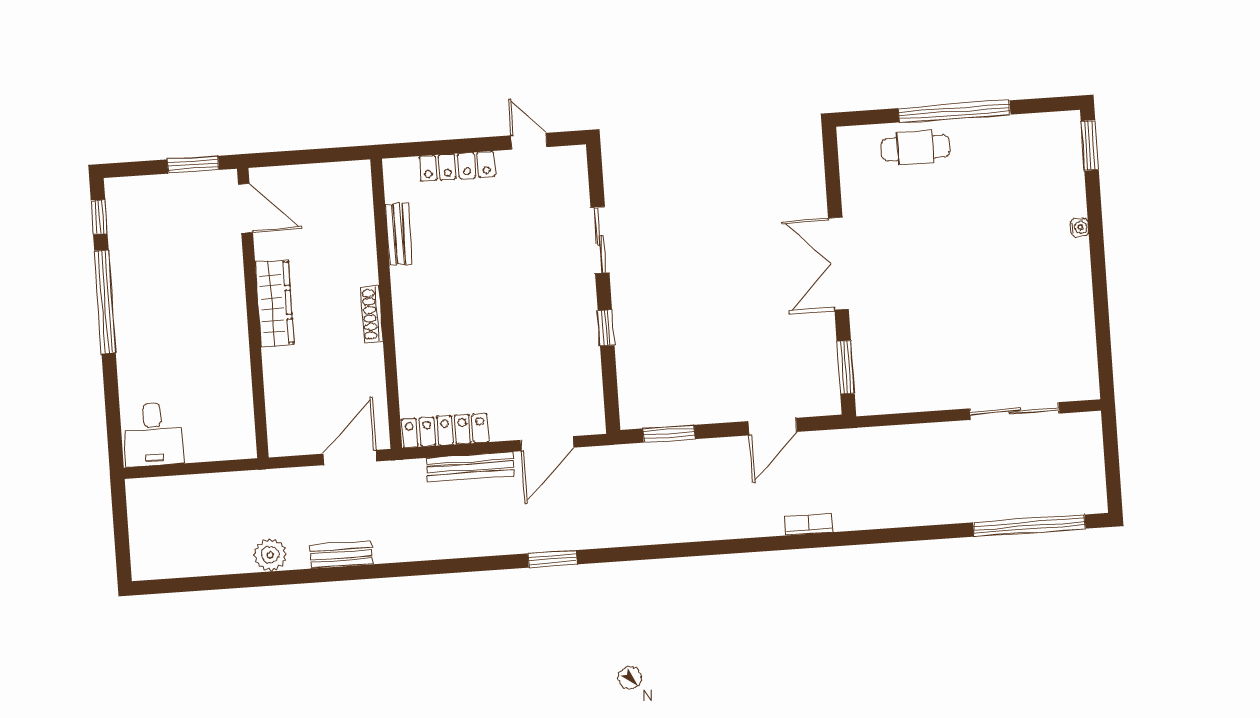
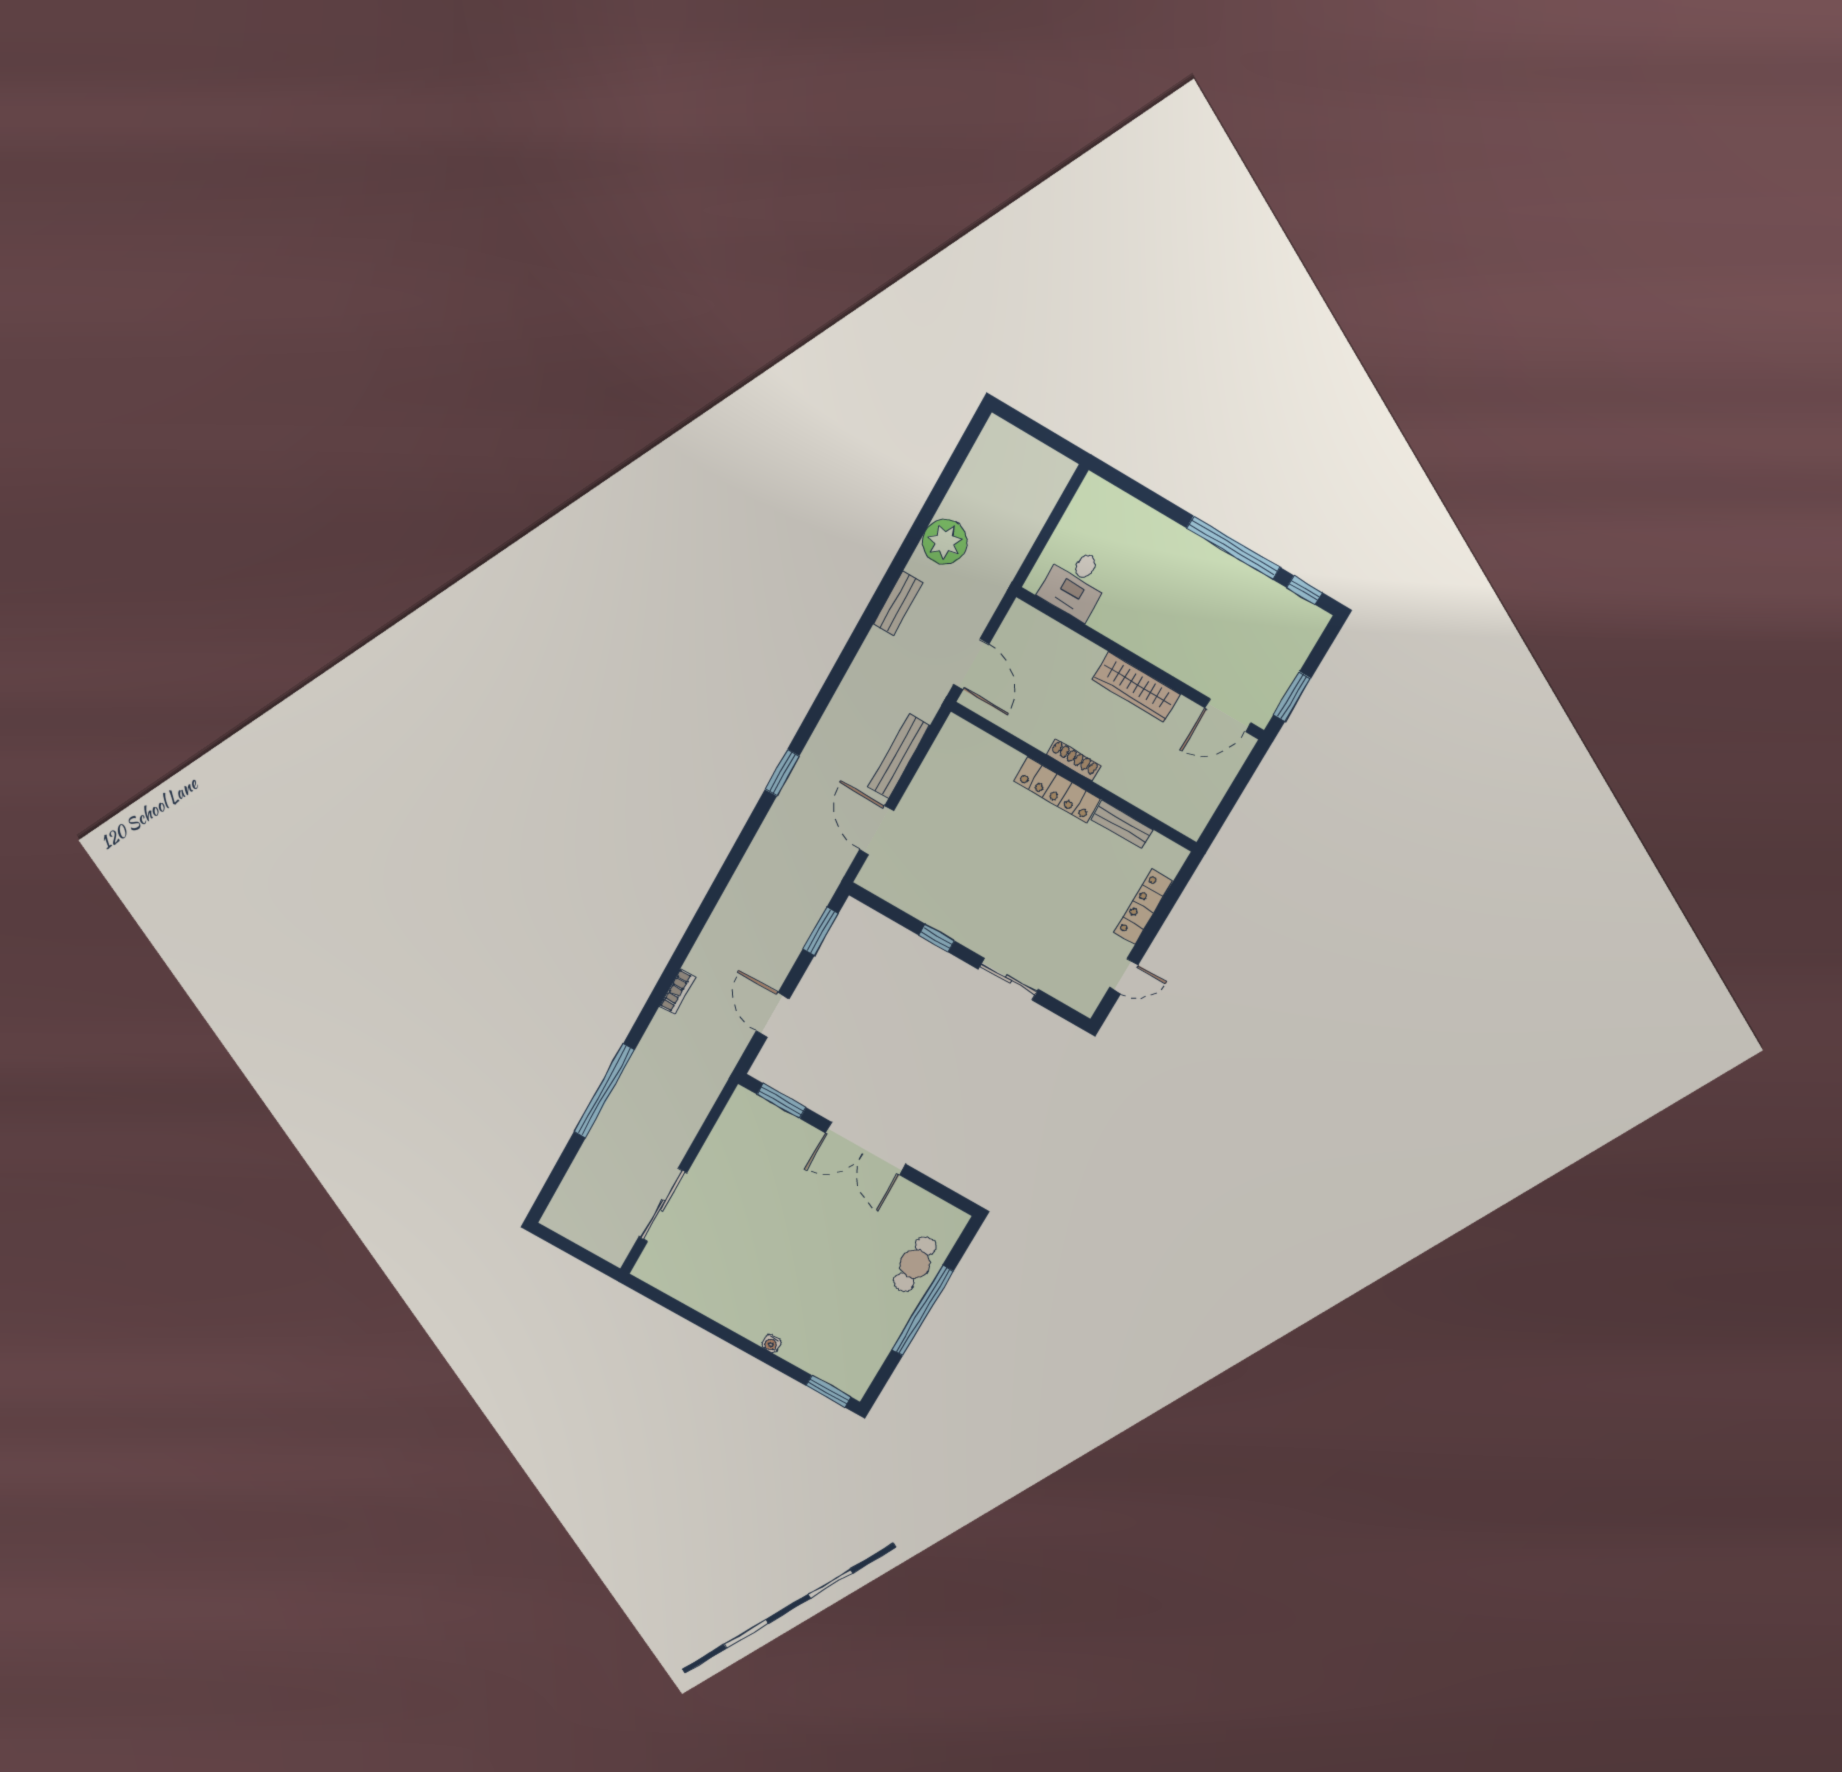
double door: (838, 264) -> (866, 1149), swing flipped
locker: (445, 431) -> (1057, 790), moved, turned 90
desk: (153, 434) -> (1076, 583), moved, turned -90
window: (1029, 526) -> (604, 1091), moved
plant: (270, 555) -> (945, 542), width x1.36, depth x1.36

